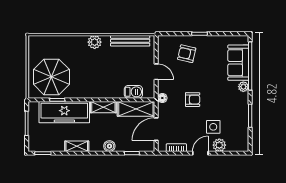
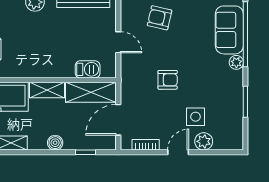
floor lamp: (162, 98) -> (127, 78), removed

